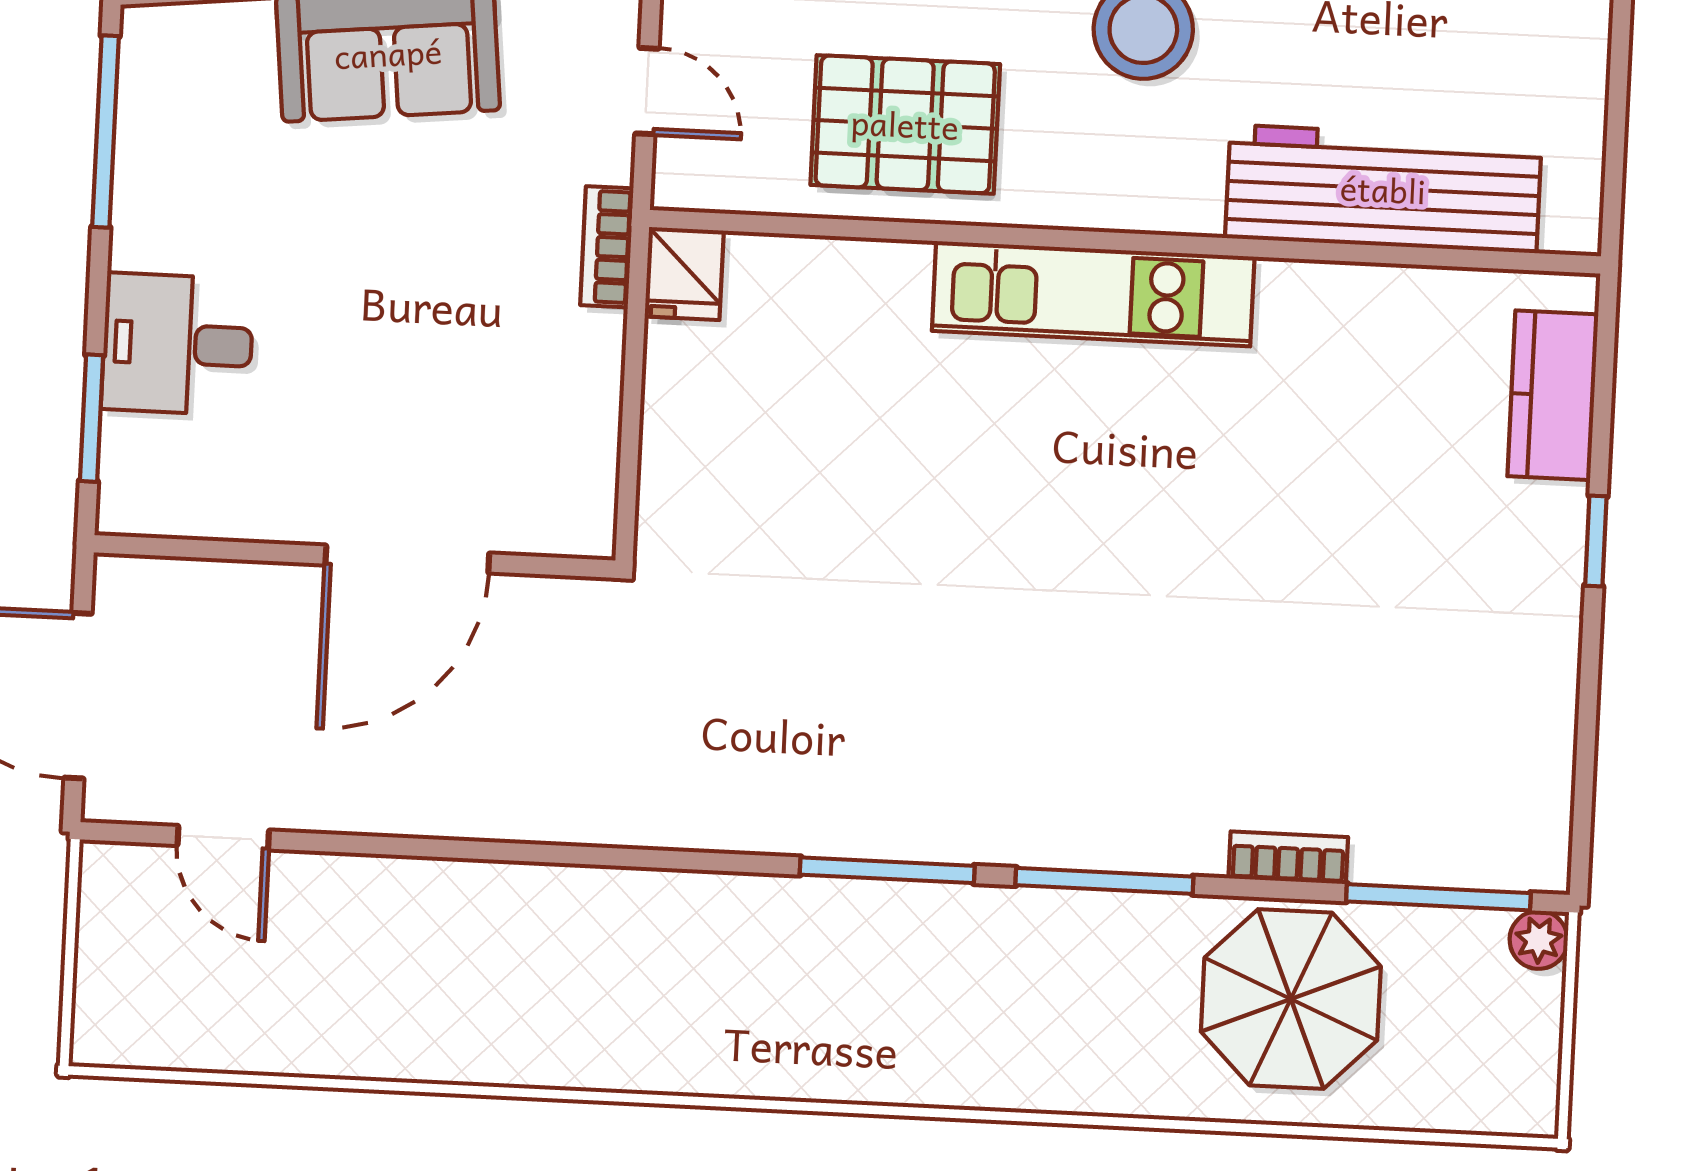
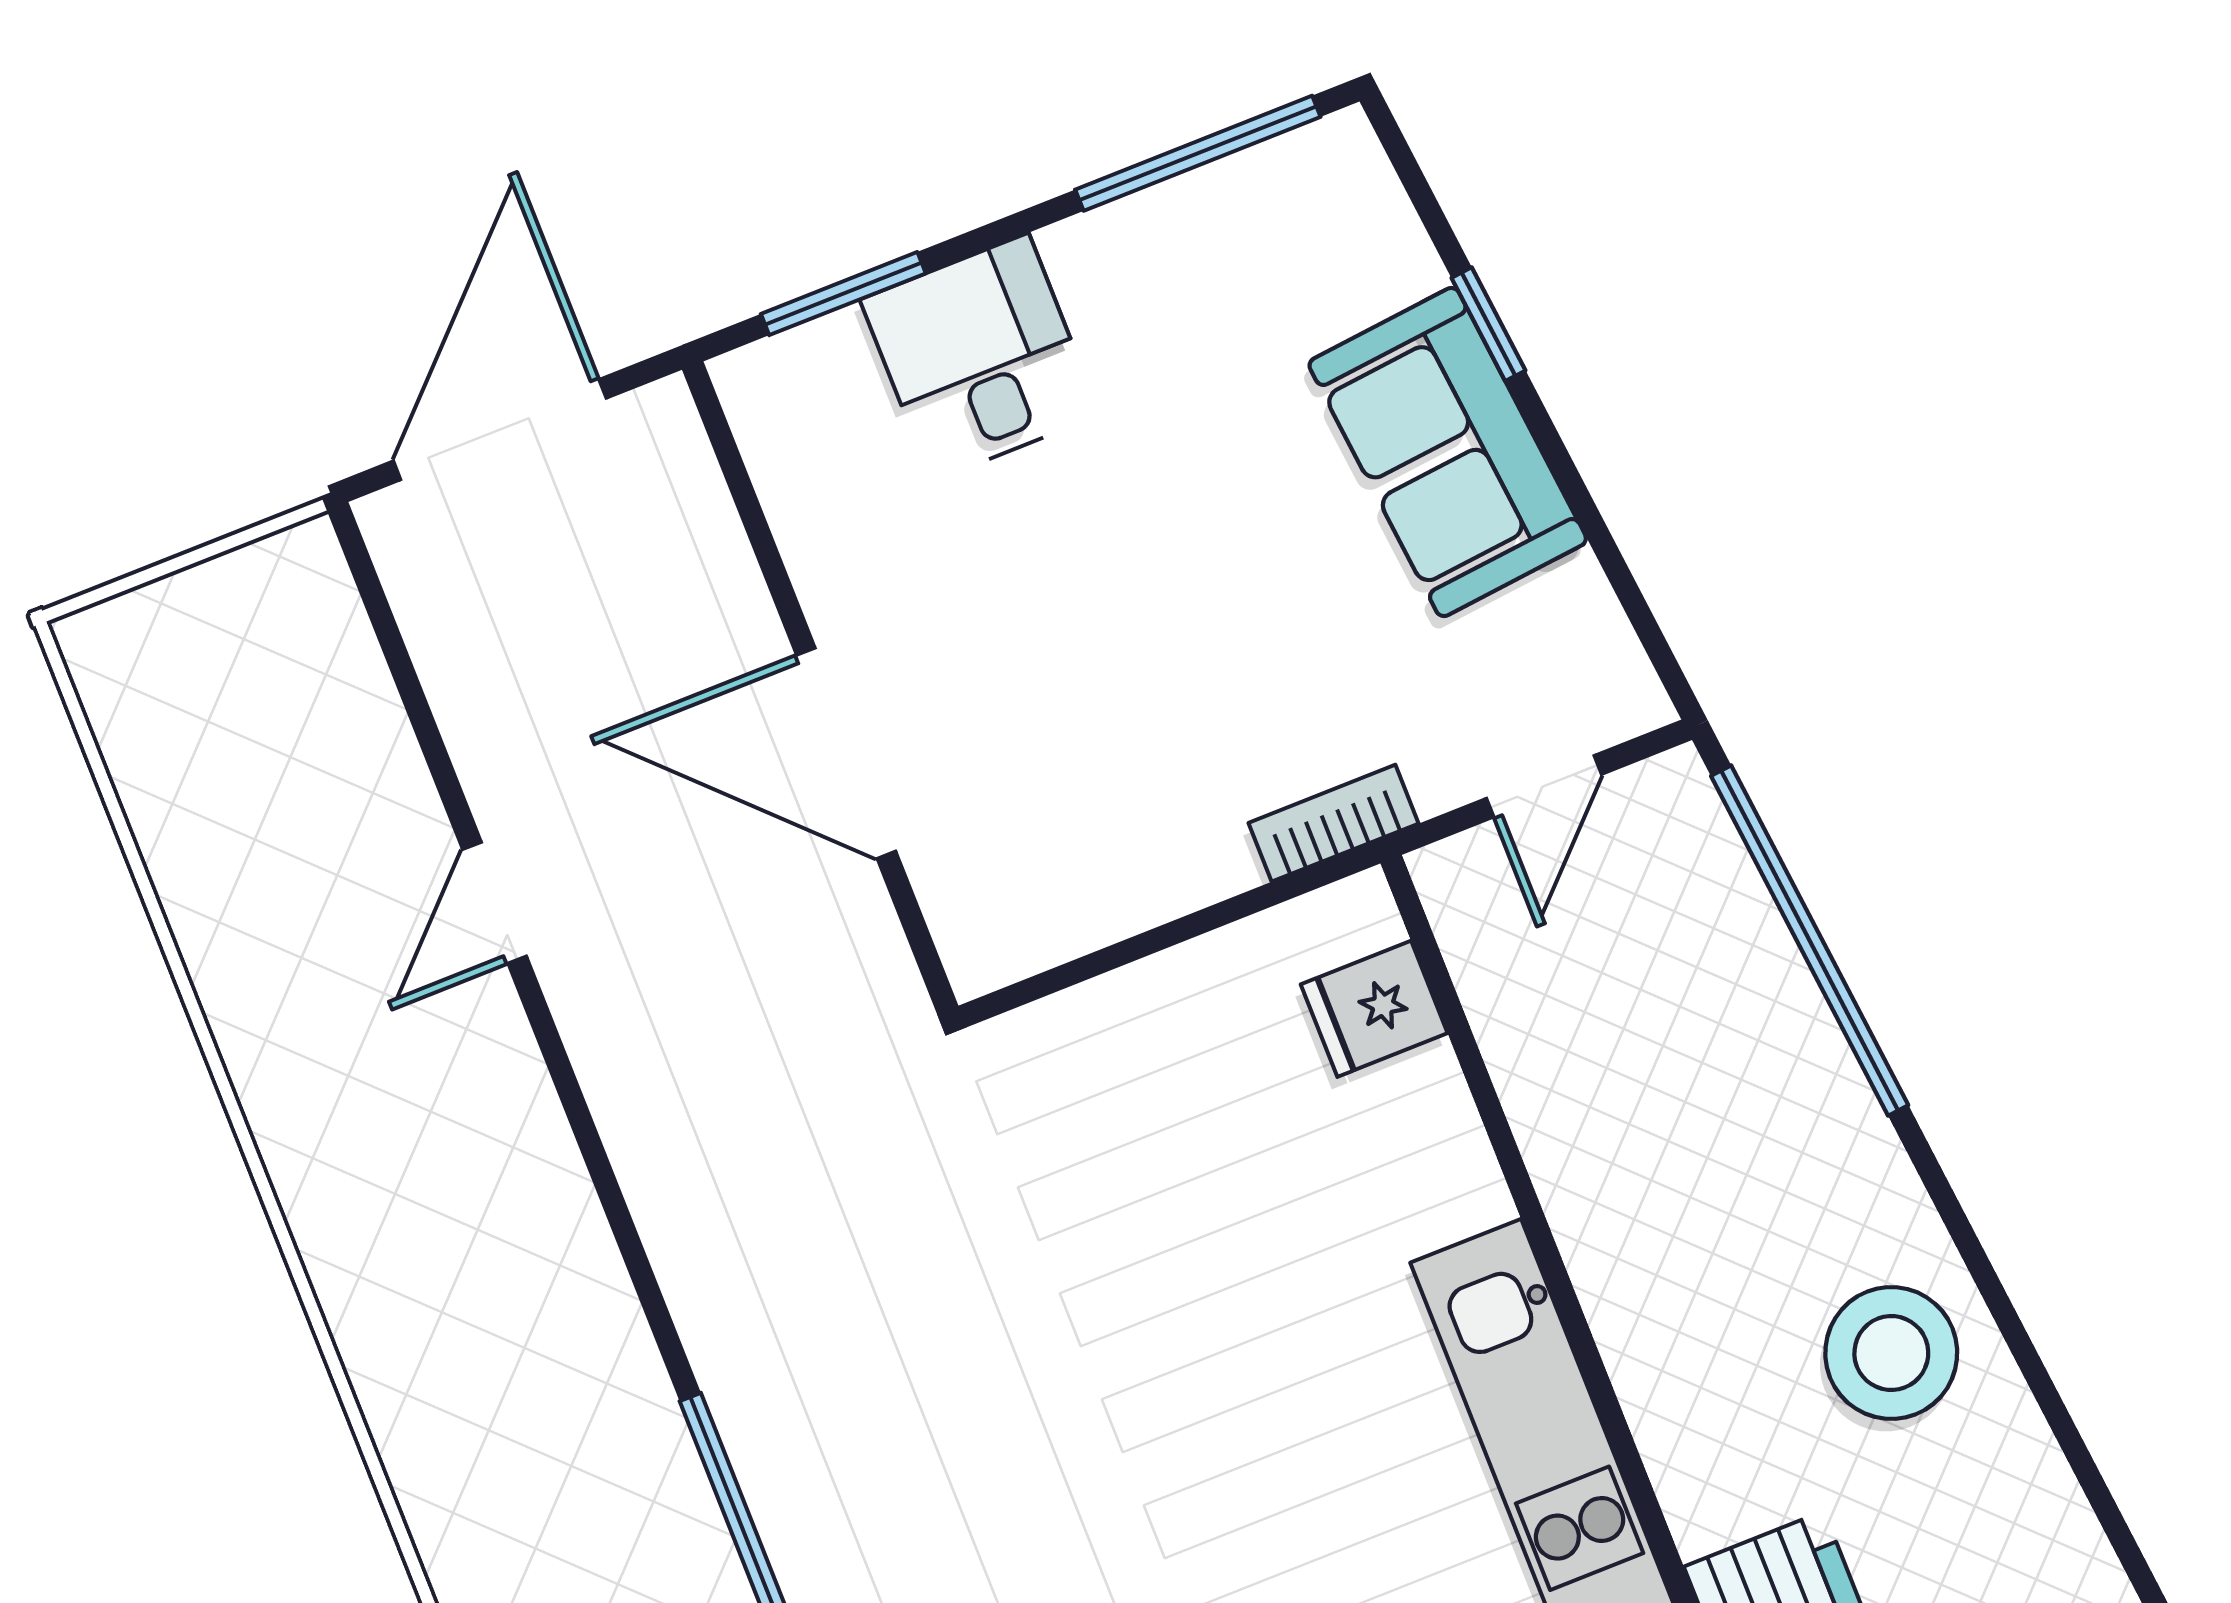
pallet: (905, 124) -> (1645, 1117), removed
fridge: (684, 274) -> (1374, 1009), moved
door: (223, 838) -> (495, 903), moved

